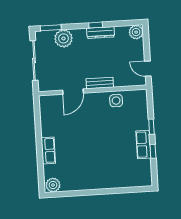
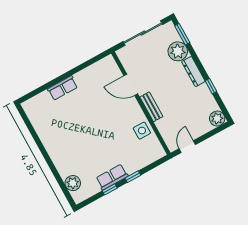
window: (96, 25) -> (211, 86), moved
dresser: (101, 32) -> (193, 72), moved
plant: (53, 185) -> (73, 183), moved

